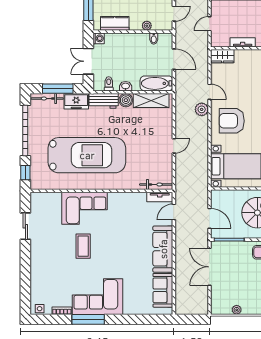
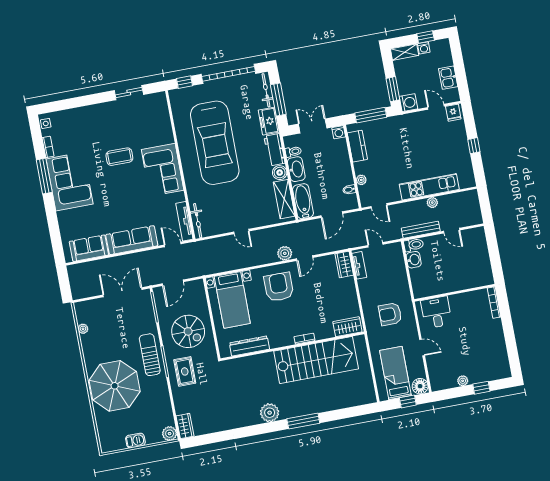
tv unit: (243, 42) -> (359, 265), moved
washbasin: (126, 86) -> (296, 169), width x1.91, depth x1.45
tv unit: (160, 197) -> (184, 221), width x1.41
corner sofa: (85, 208) -> (163, 170), moved

